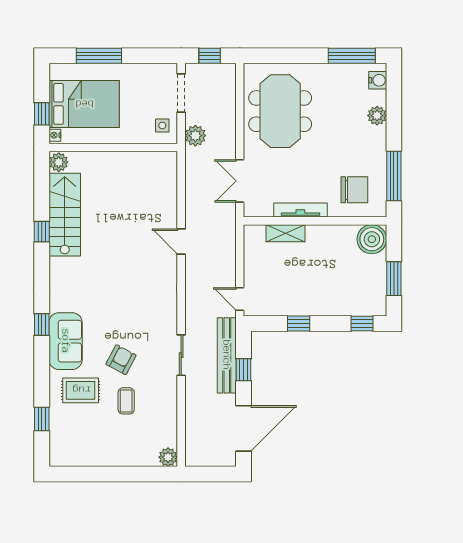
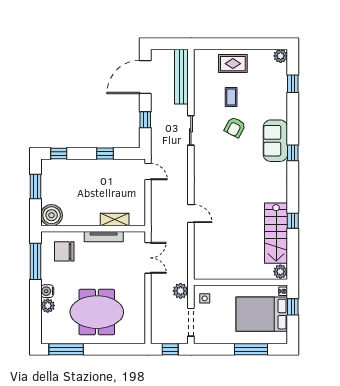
water cooler: (378, 80) -> (47, 291), moved
meeting table: (280, 111) -> (97, 312), moved, turned 90
bench: (227, 355) -> (181, 77), moved
rug: (81, 390) -> (233, 64), moved
plant: (168, 457) -> (281, 56), moved

